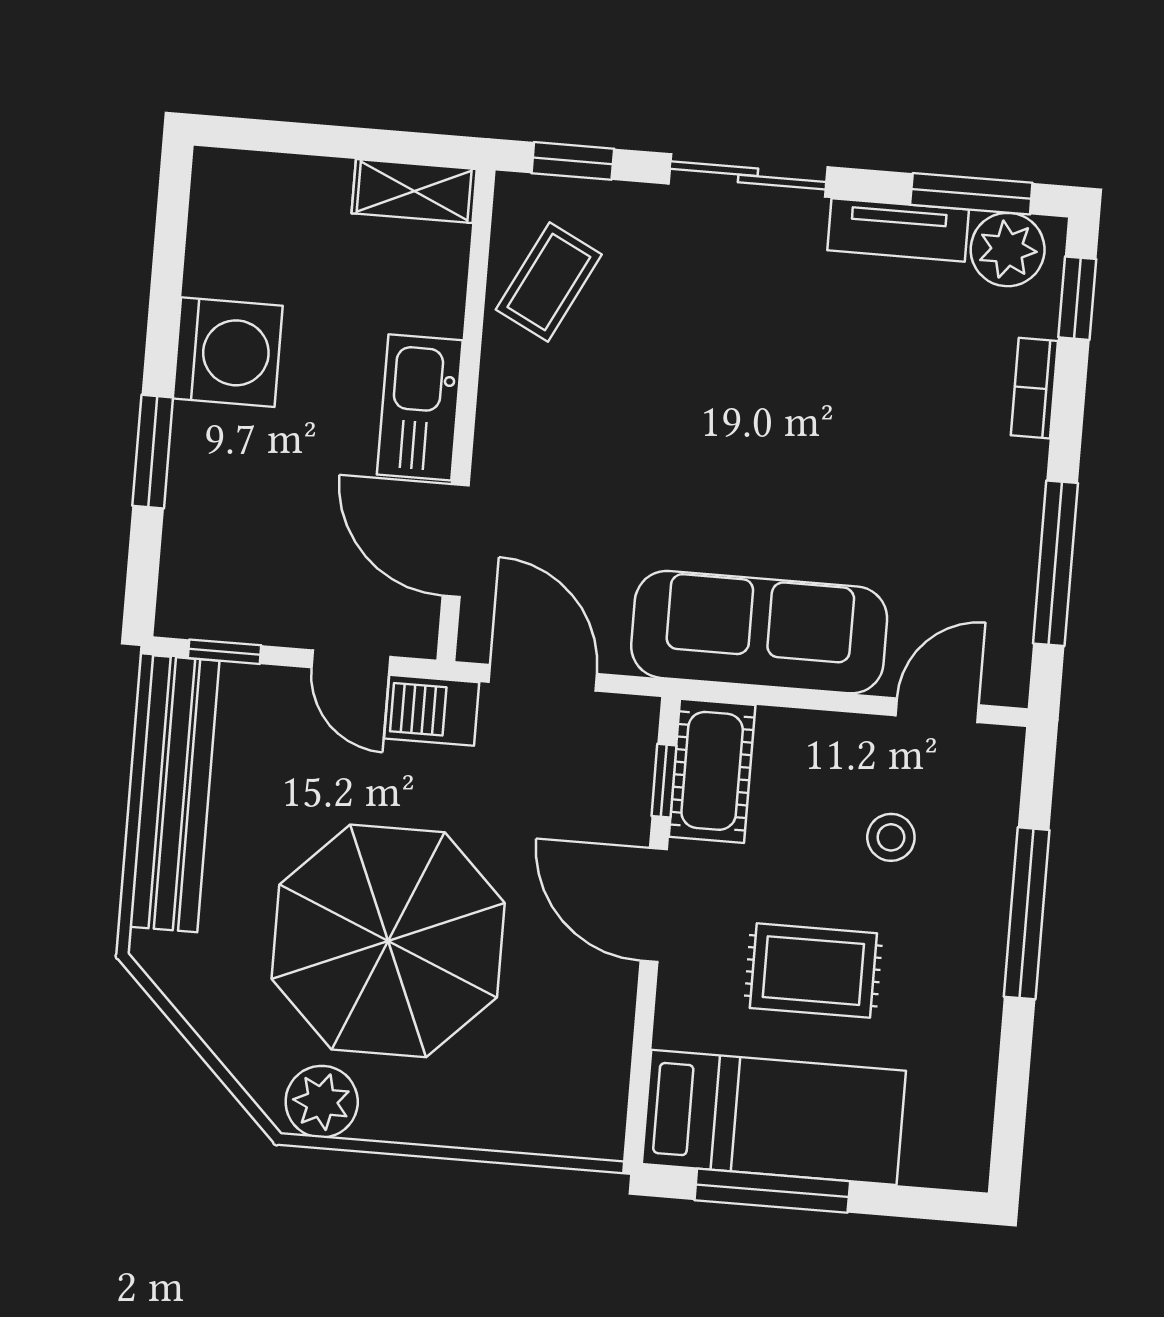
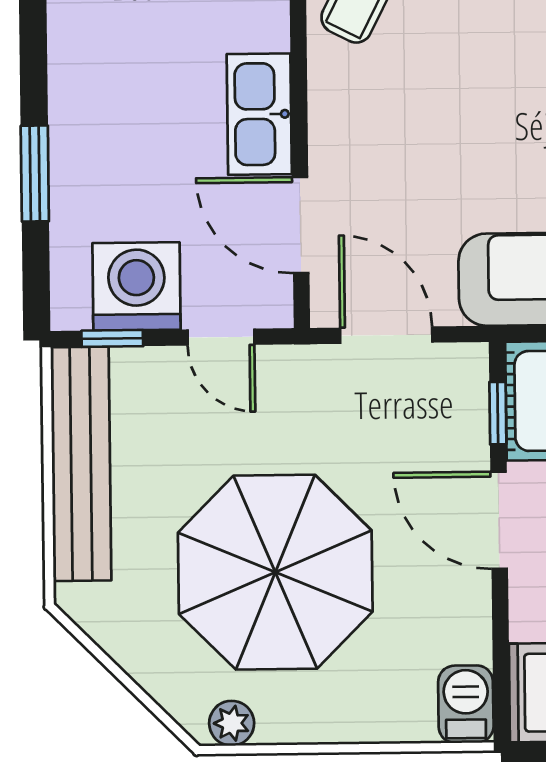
washing machine: (228, 352) -> (136, 286), moved, turned -90
barbecue: (432, 710) -> (466, 704), moved, turned 90
plant: (322, 1102) -> (232, 723), width x0.73, depth x0.73

